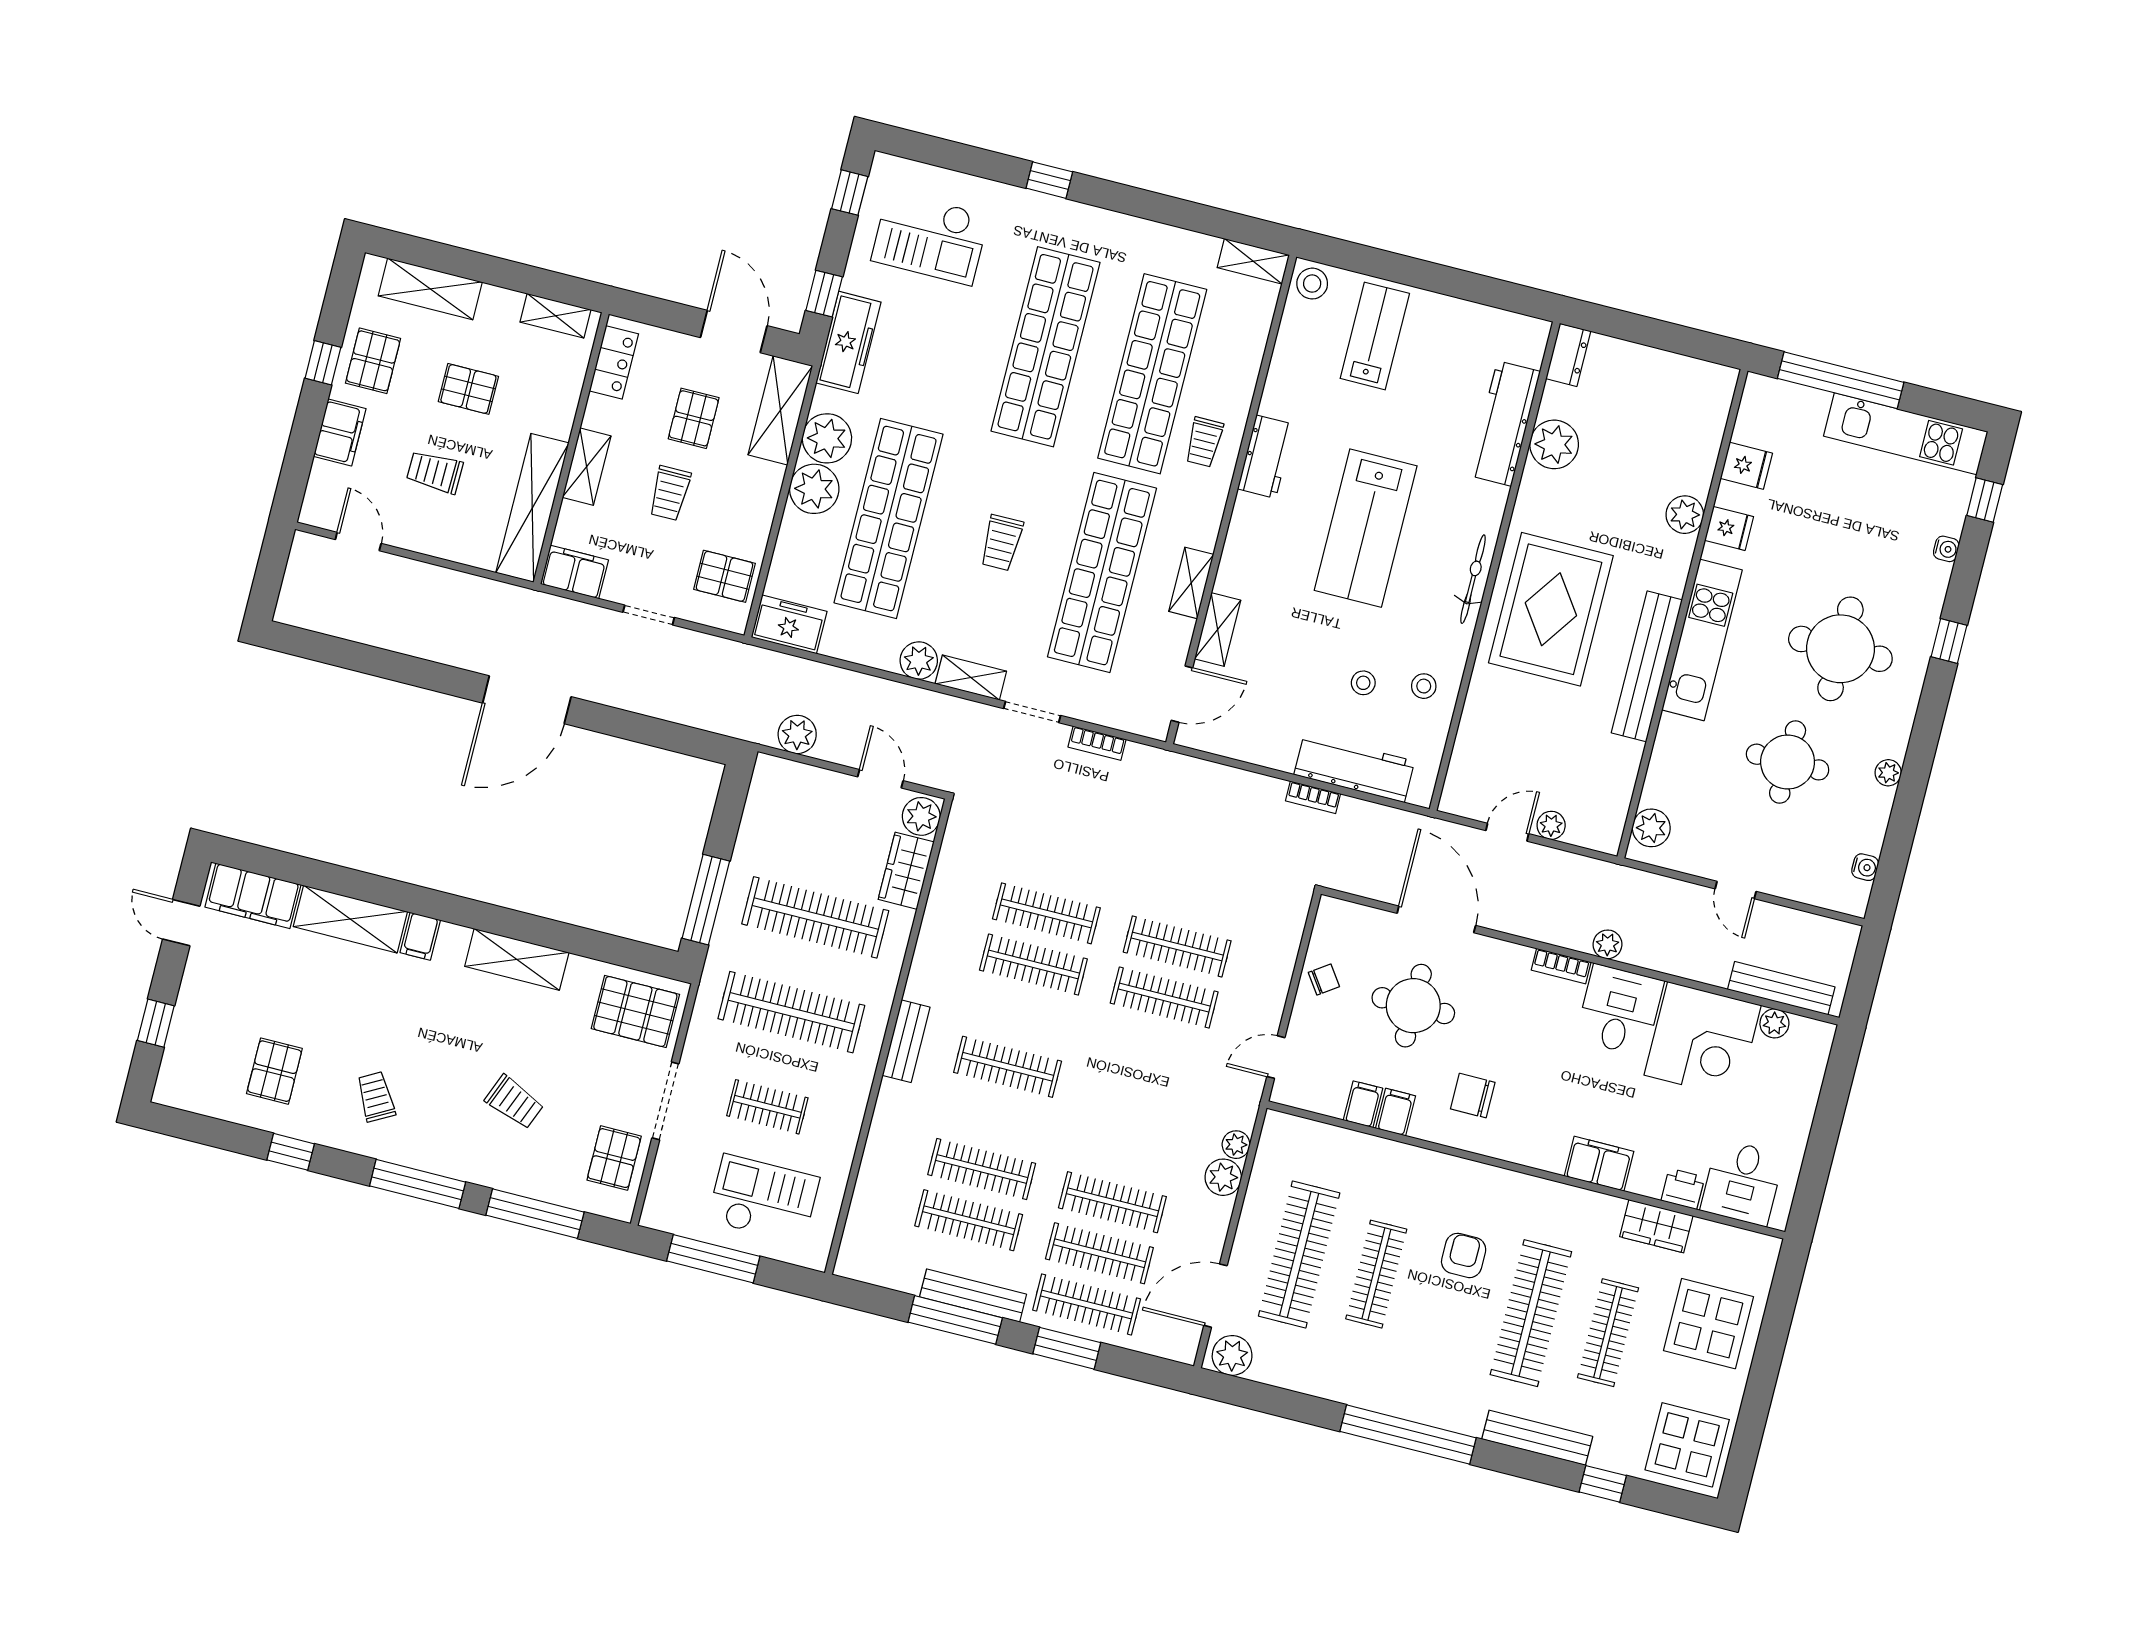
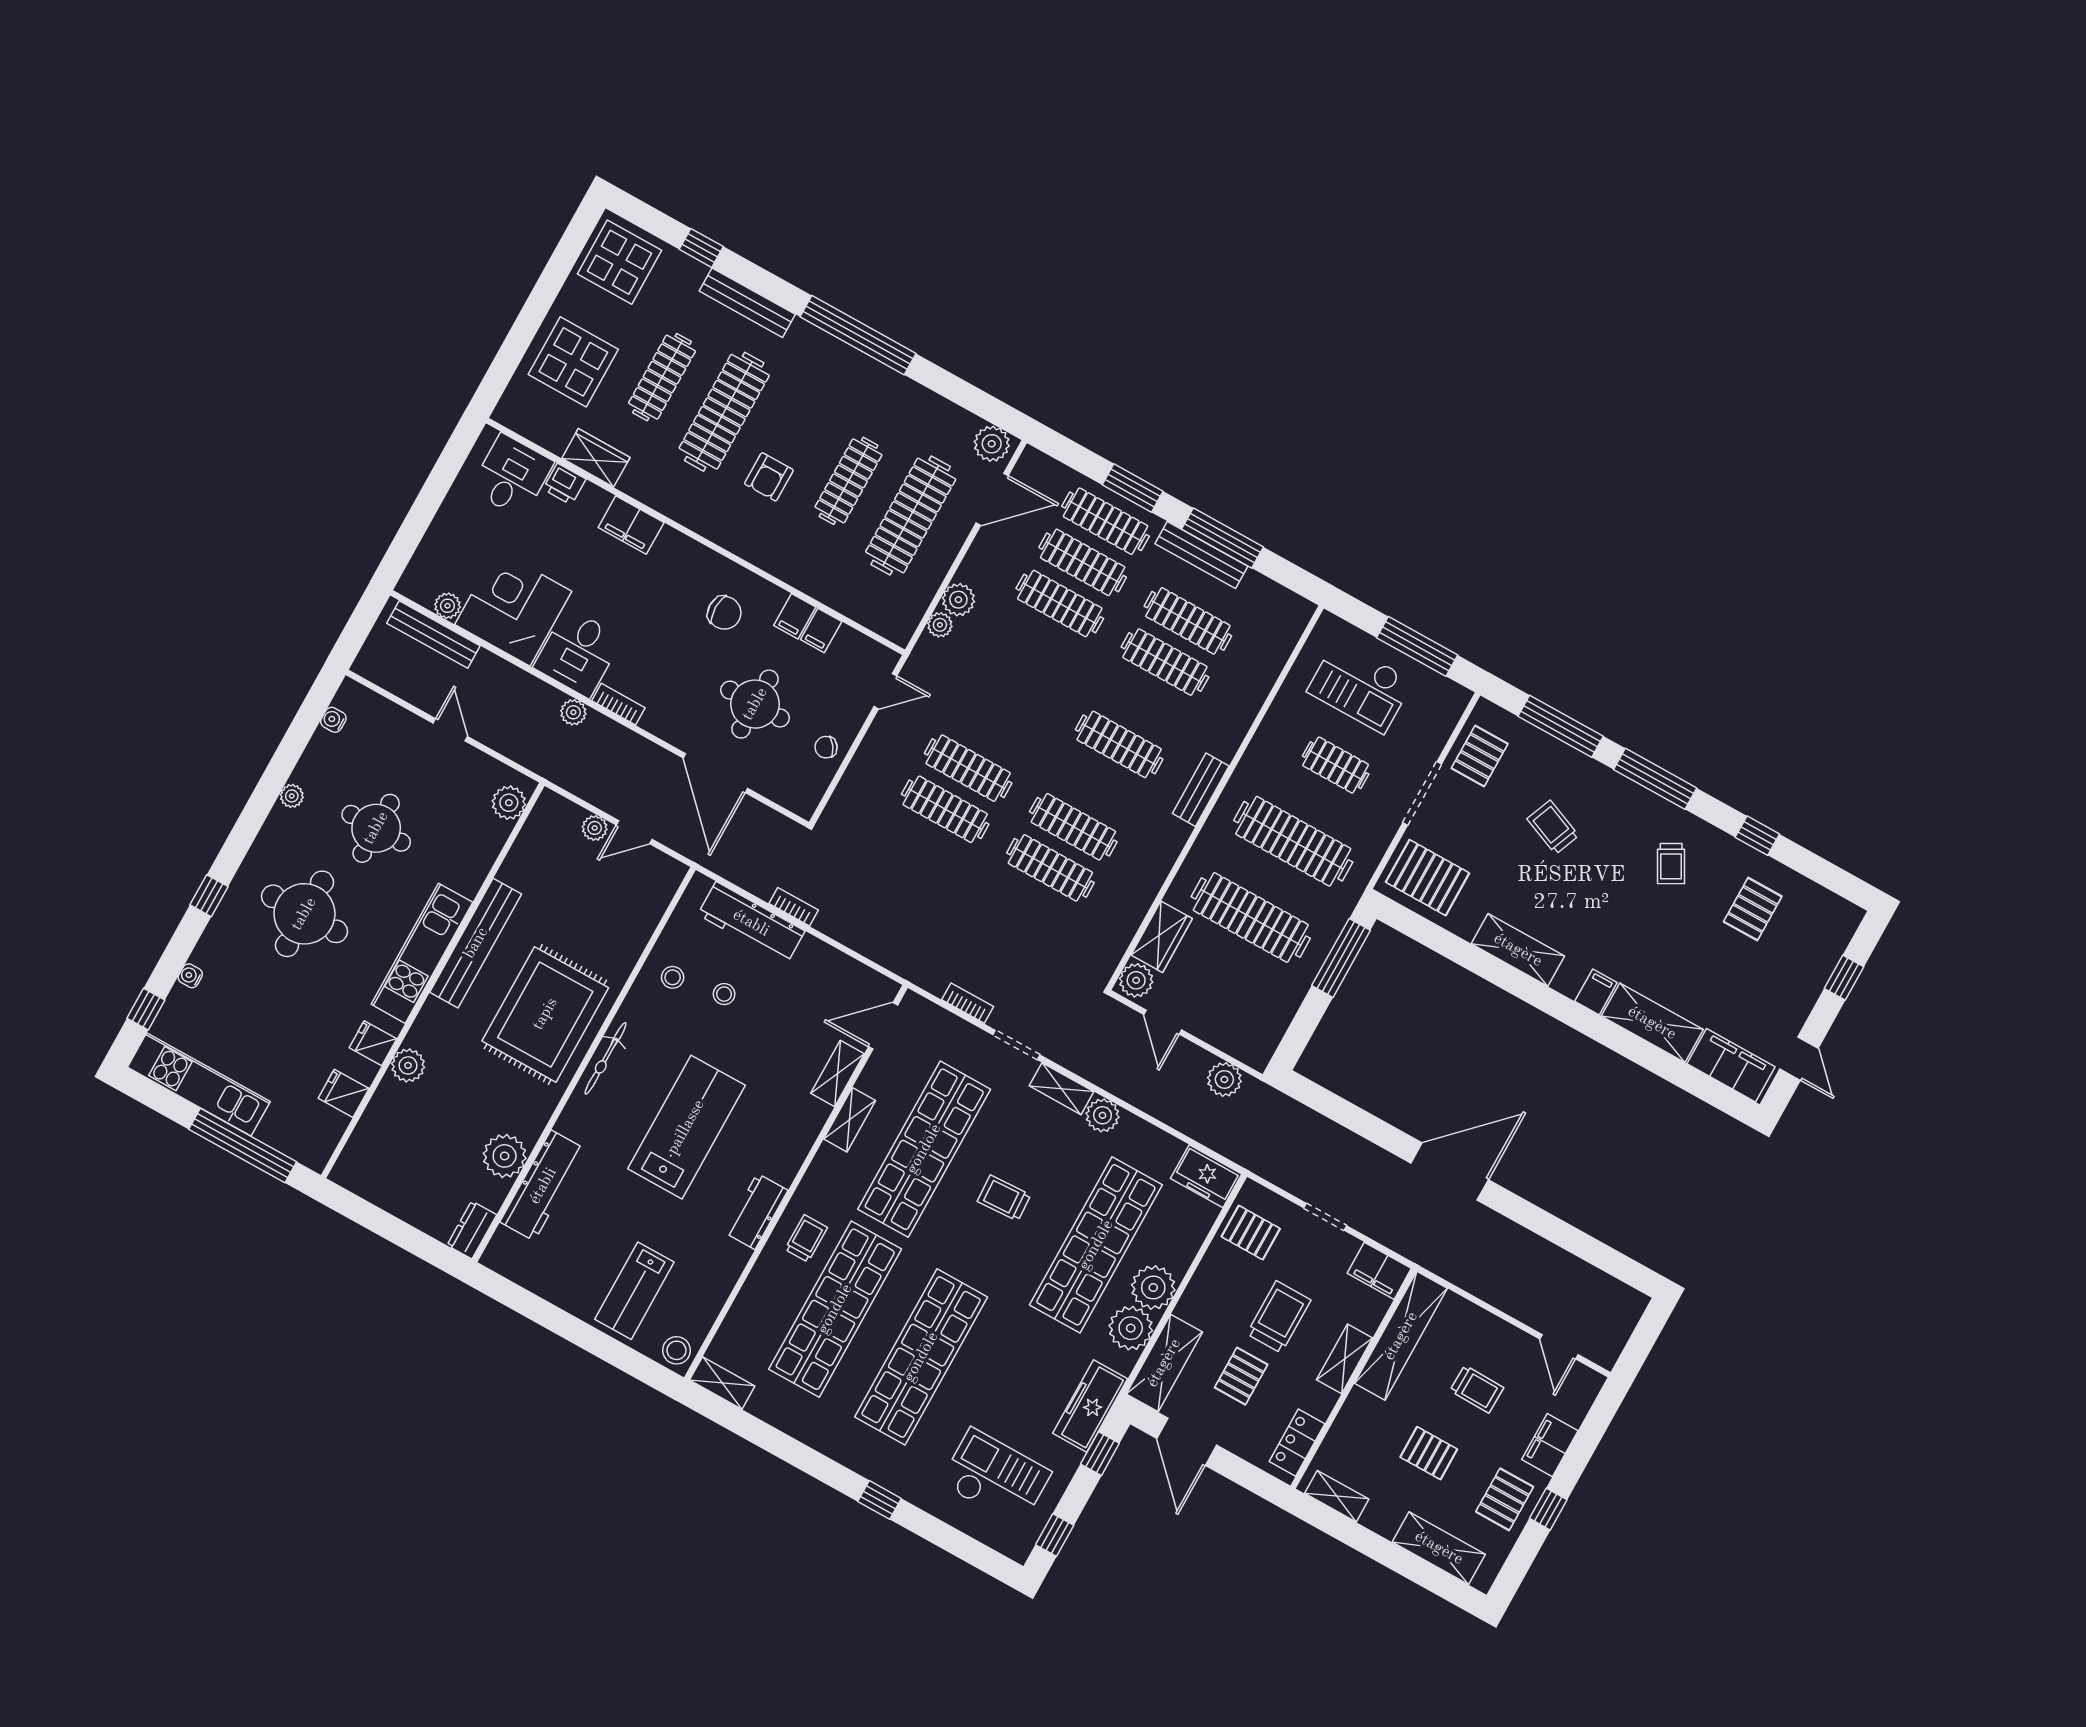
trolley: (670, 493) -> (1279, 1317), width x1.36, depth x1.39
trolley: (1002, 543) -> (1004, 1198), turned -93

